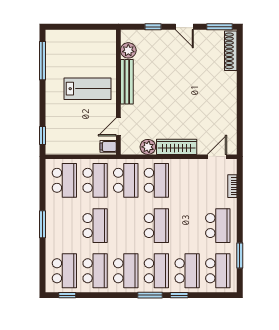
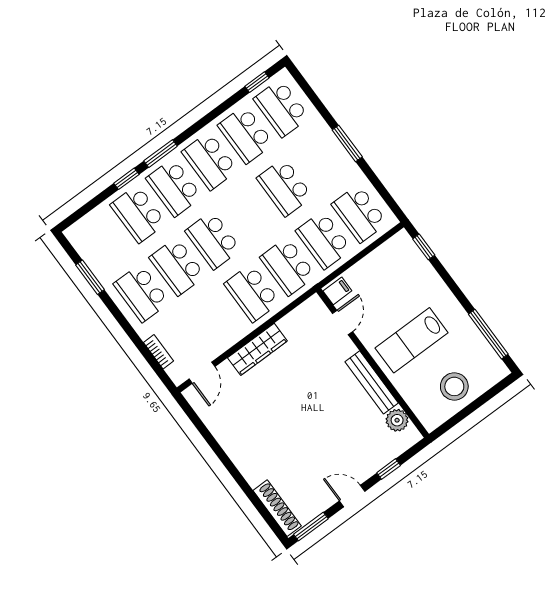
stool: (83, 46) -> (454, 386), added
plant: (148, 147) -> (291, 325), removed
school desk: (218, 271) -> (177, 267), moved

